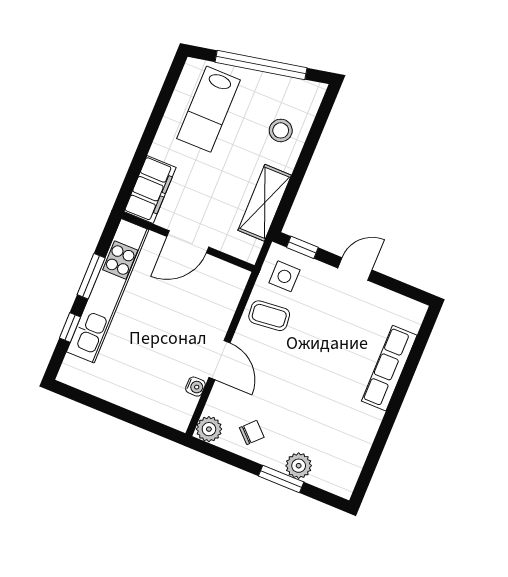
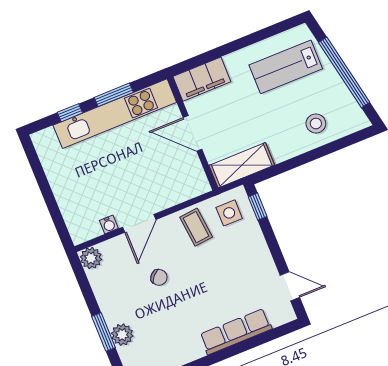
shelving: (265, 203) -> (242, 165), moved
door: (355, 269) -> (290, 286), moved
chair: (252, 432) -> (159, 277), moved

